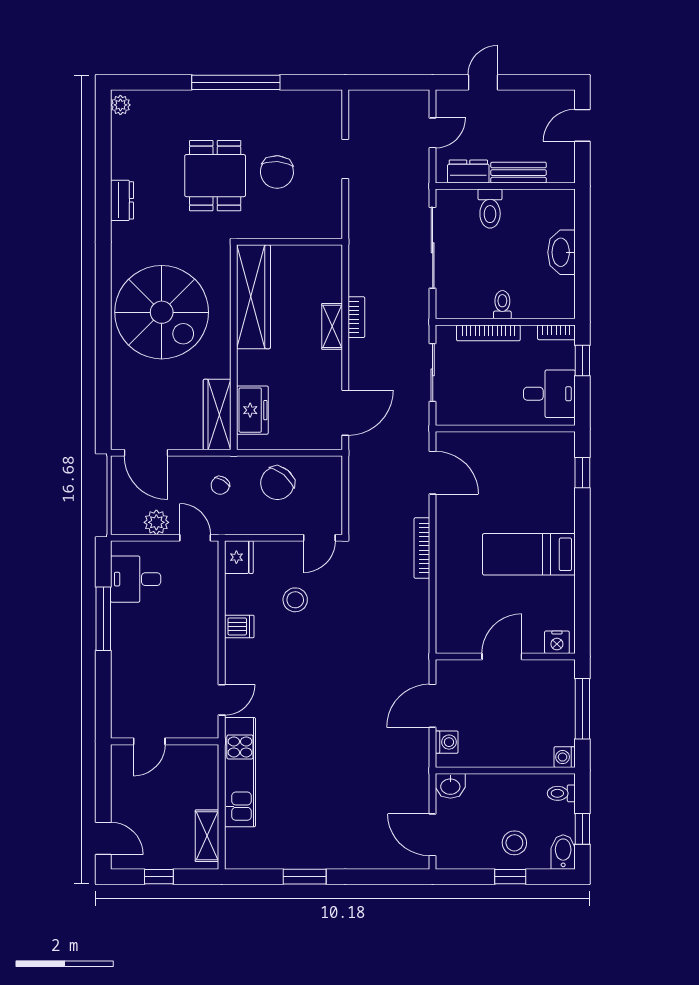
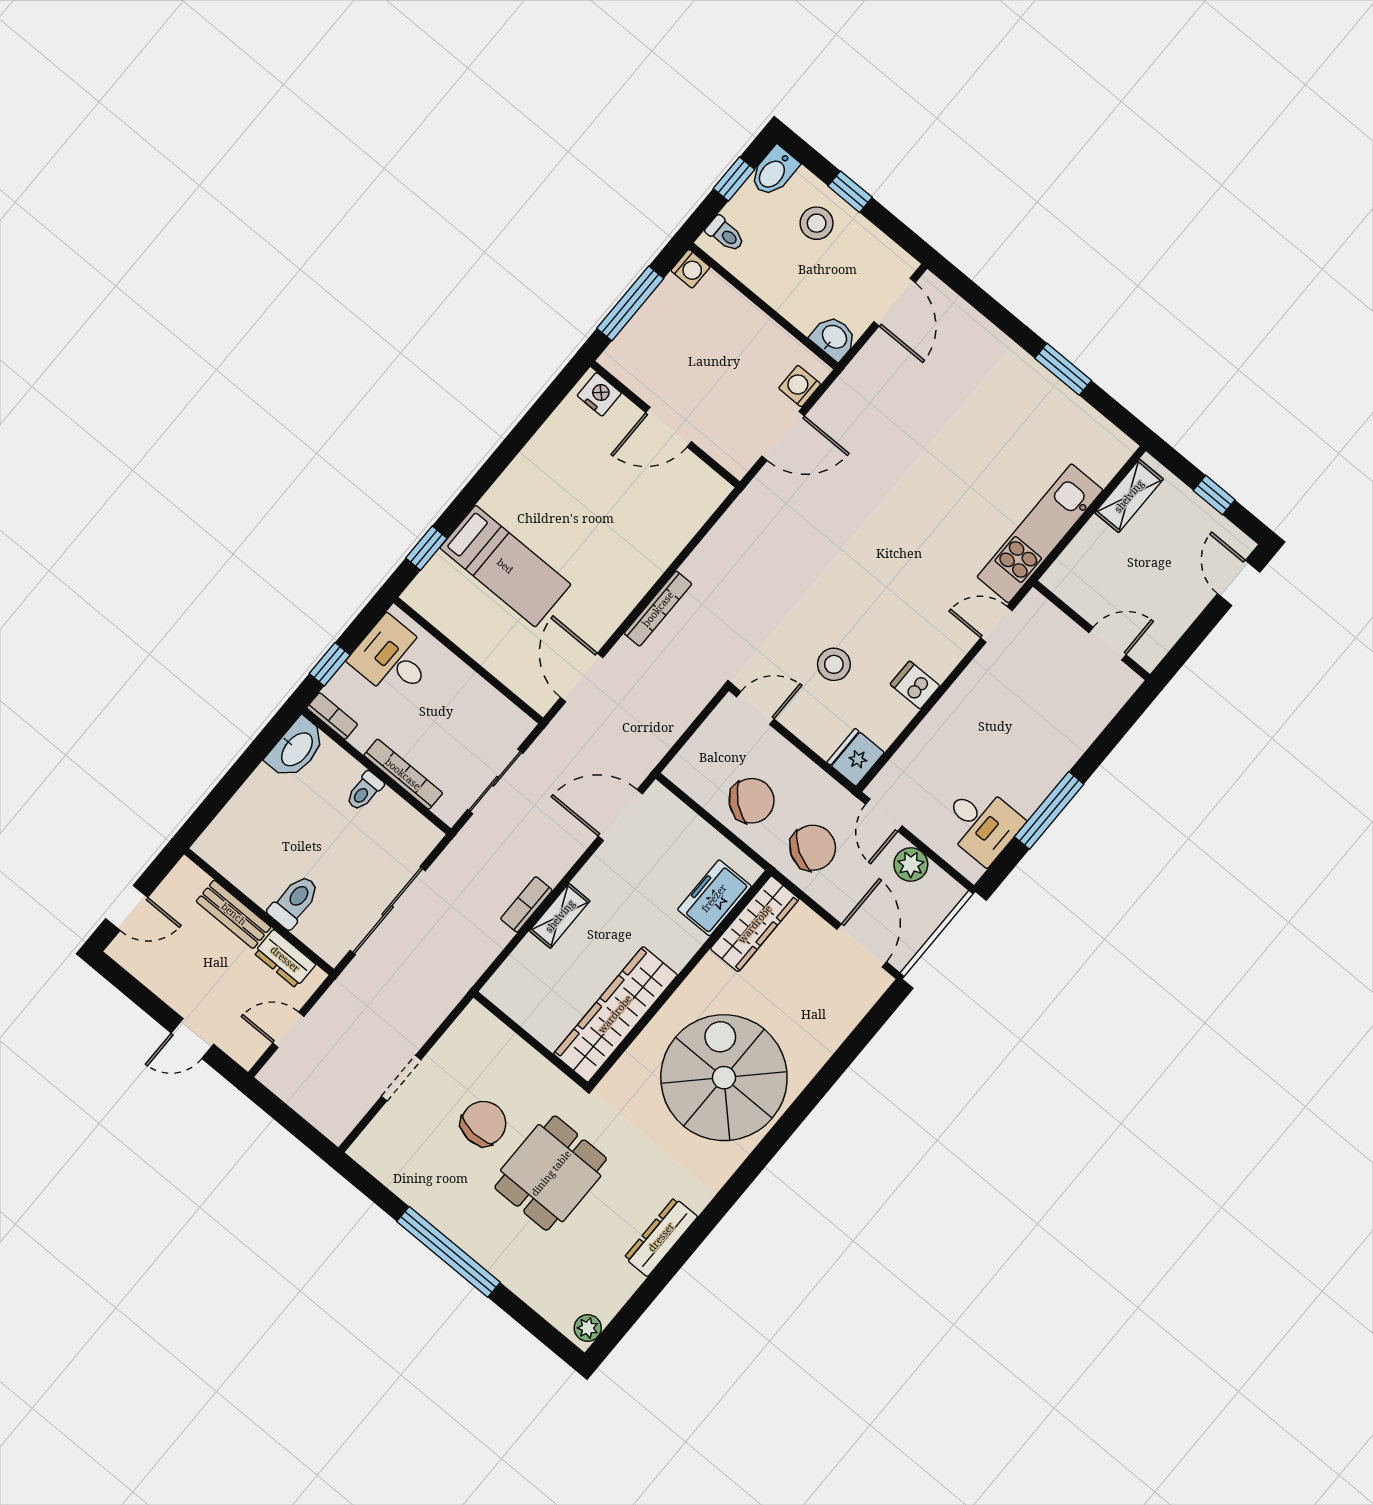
dresser: (122, 200) -> (661, 1237), width x1.44
washbasin: (561, 252) -> (296, 749), moved
chair: (220, 485) -> (813, 848), width x1.87, depth x1.87
bed: (529, 554) -> (505, 566), moved

